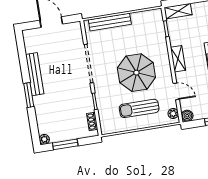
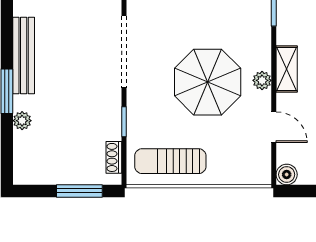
sun lounger: (139, 108) -> (170, 161), moved
plant: (173, 114) -> (262, 80), moved
plant: (44, 139) -> (22, 121), moved
window: (65, 144) -> (79, 191), moved

